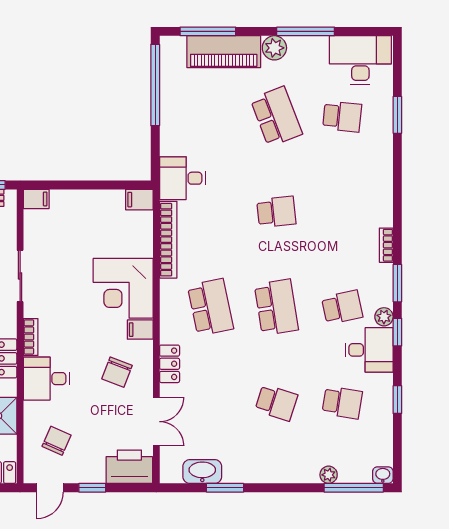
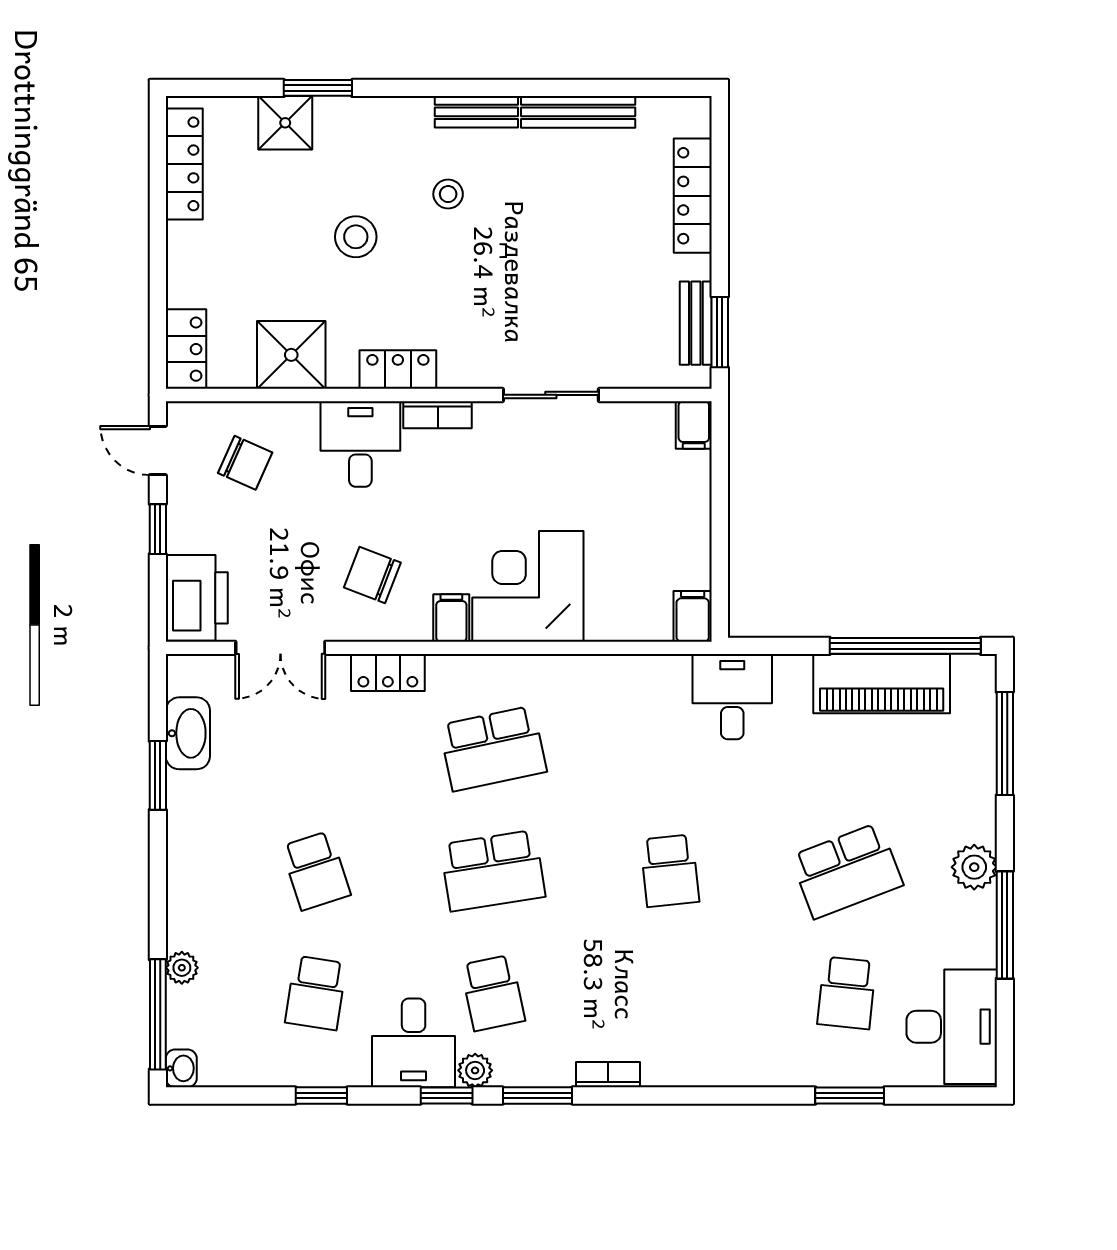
piano: (224, 52) -> (882, 684), moved, turned -90
bookcase: (168, 240) -> (618, 670), removed
school desk: (276, 403) -> (316, 871), turned -36

